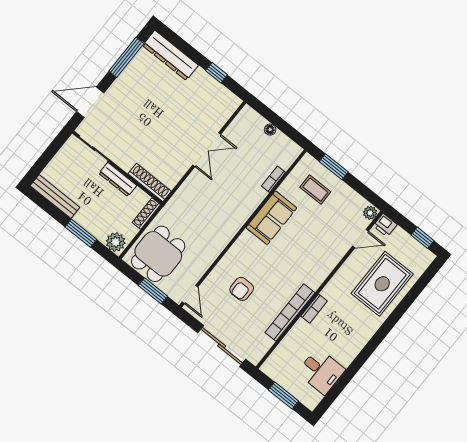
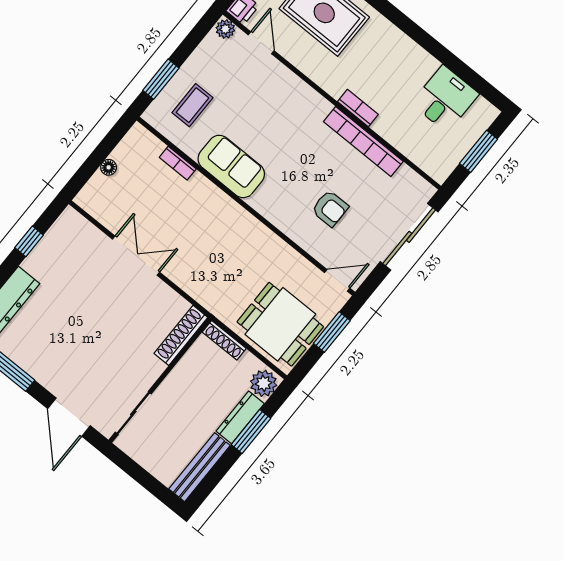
dresser: (118, 179) -> (240, 417), moved, turned 180

